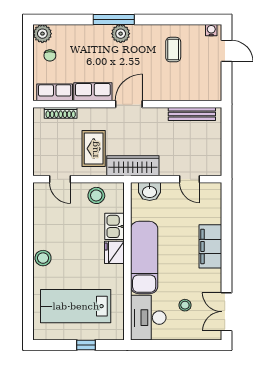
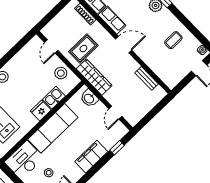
bench: (192, 114) -> (147, 78), width x0.73
window: (227, 212) -> (117, 148), added

